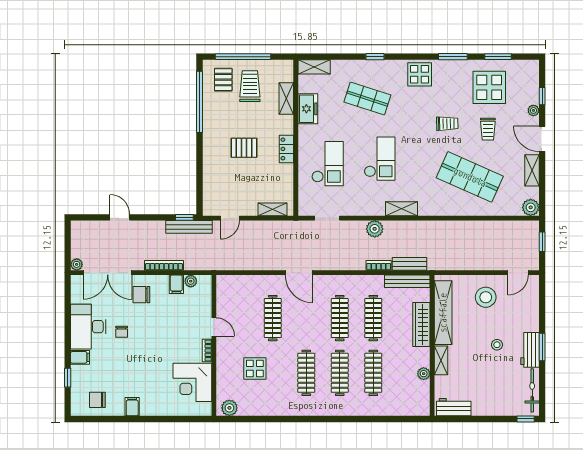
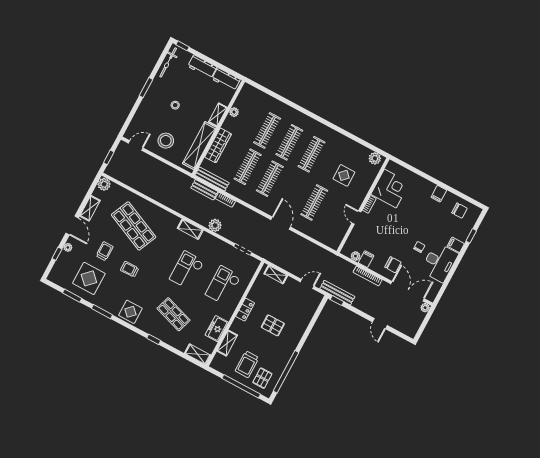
workbench: (530, 350) -> (202, 67), moved, turned 90

